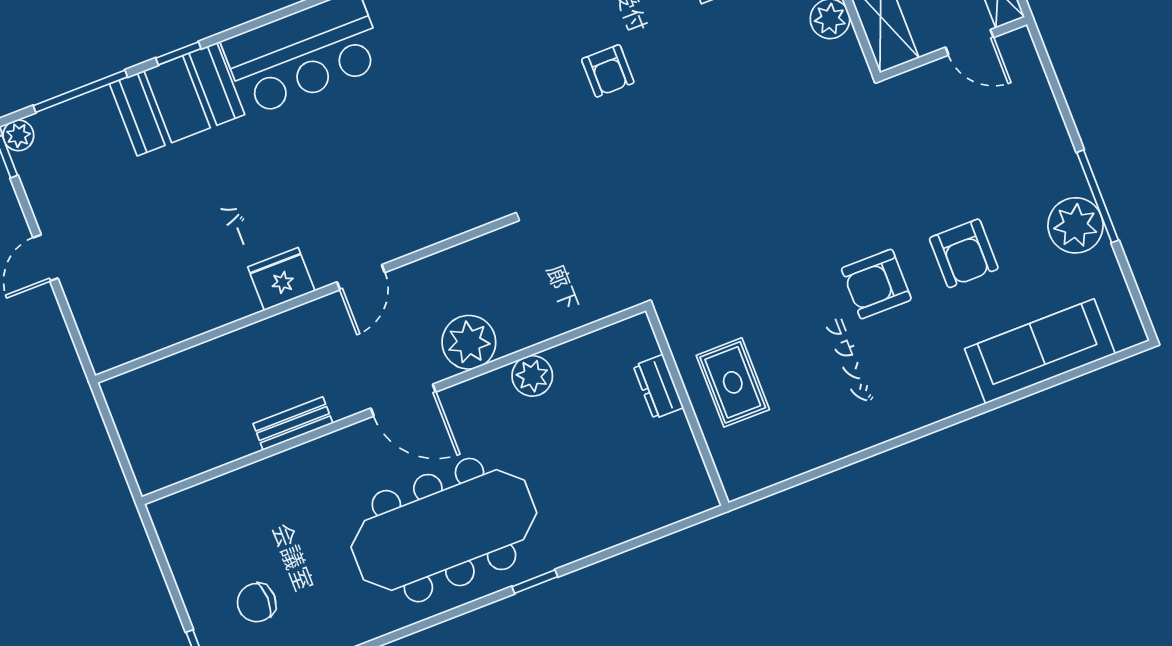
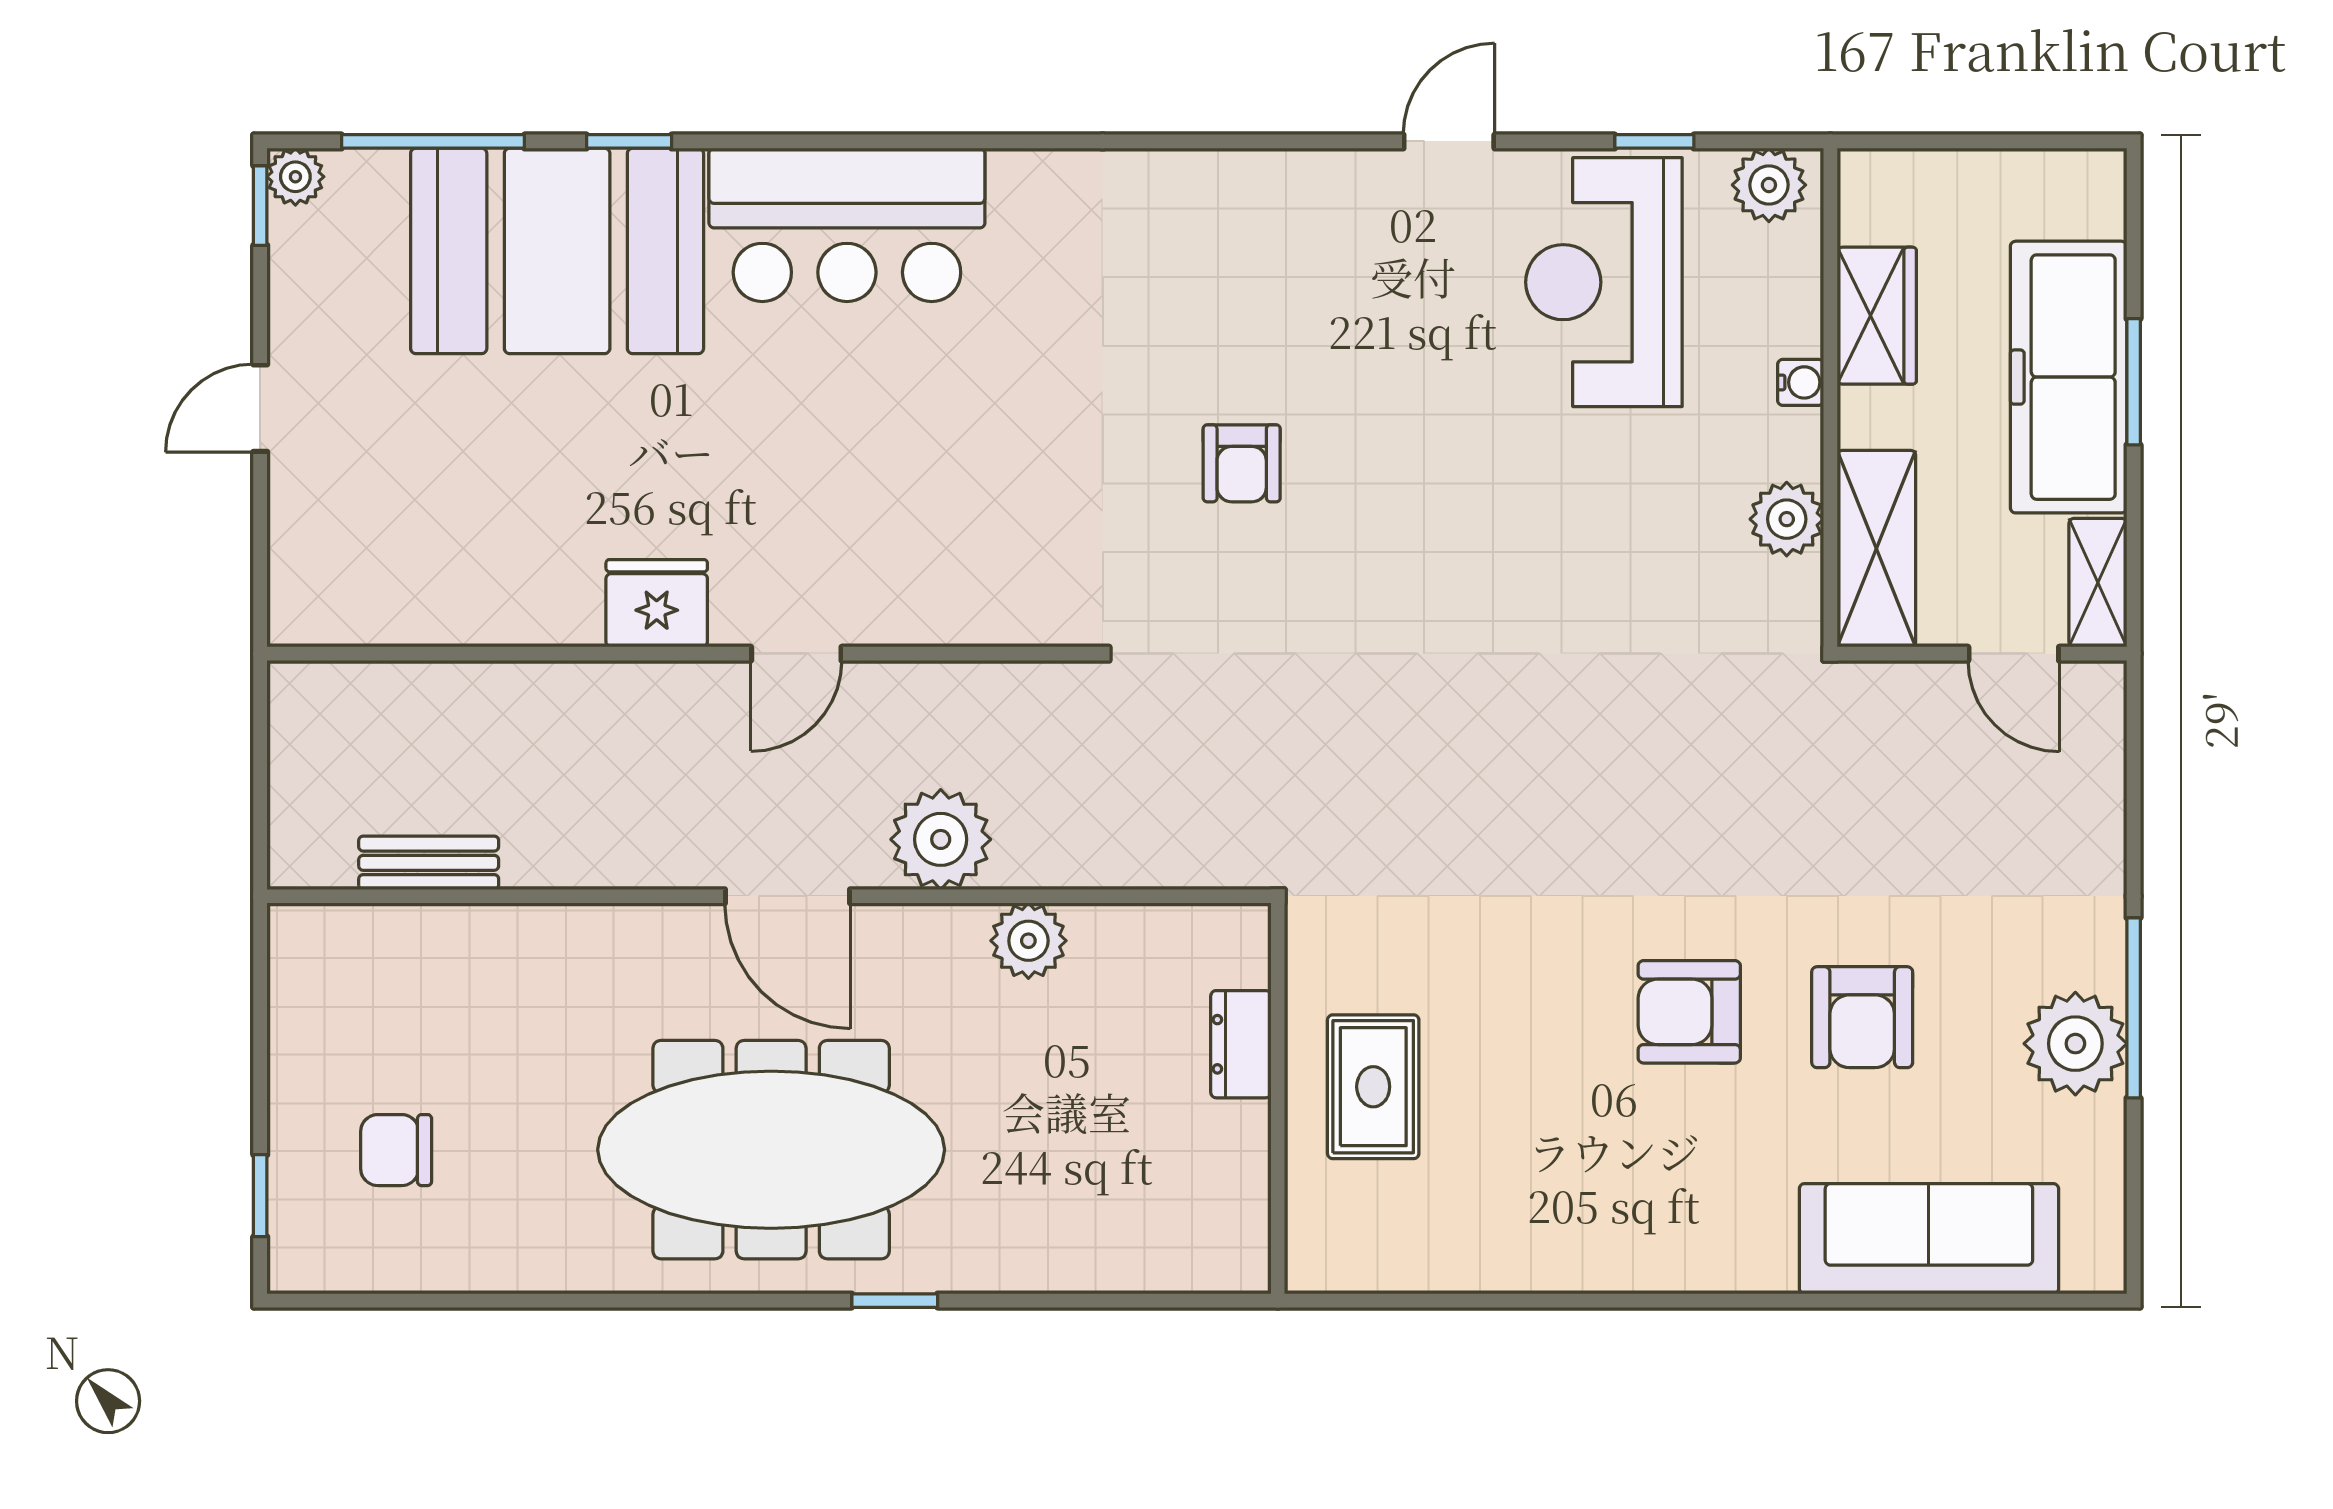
armchair: (608, 71) -> (1242, 463), moved
booth: (177, 99) -> (557, 251), width x1.36, depth x1.42
bench: (293, 423) -> (429, 863), moved

